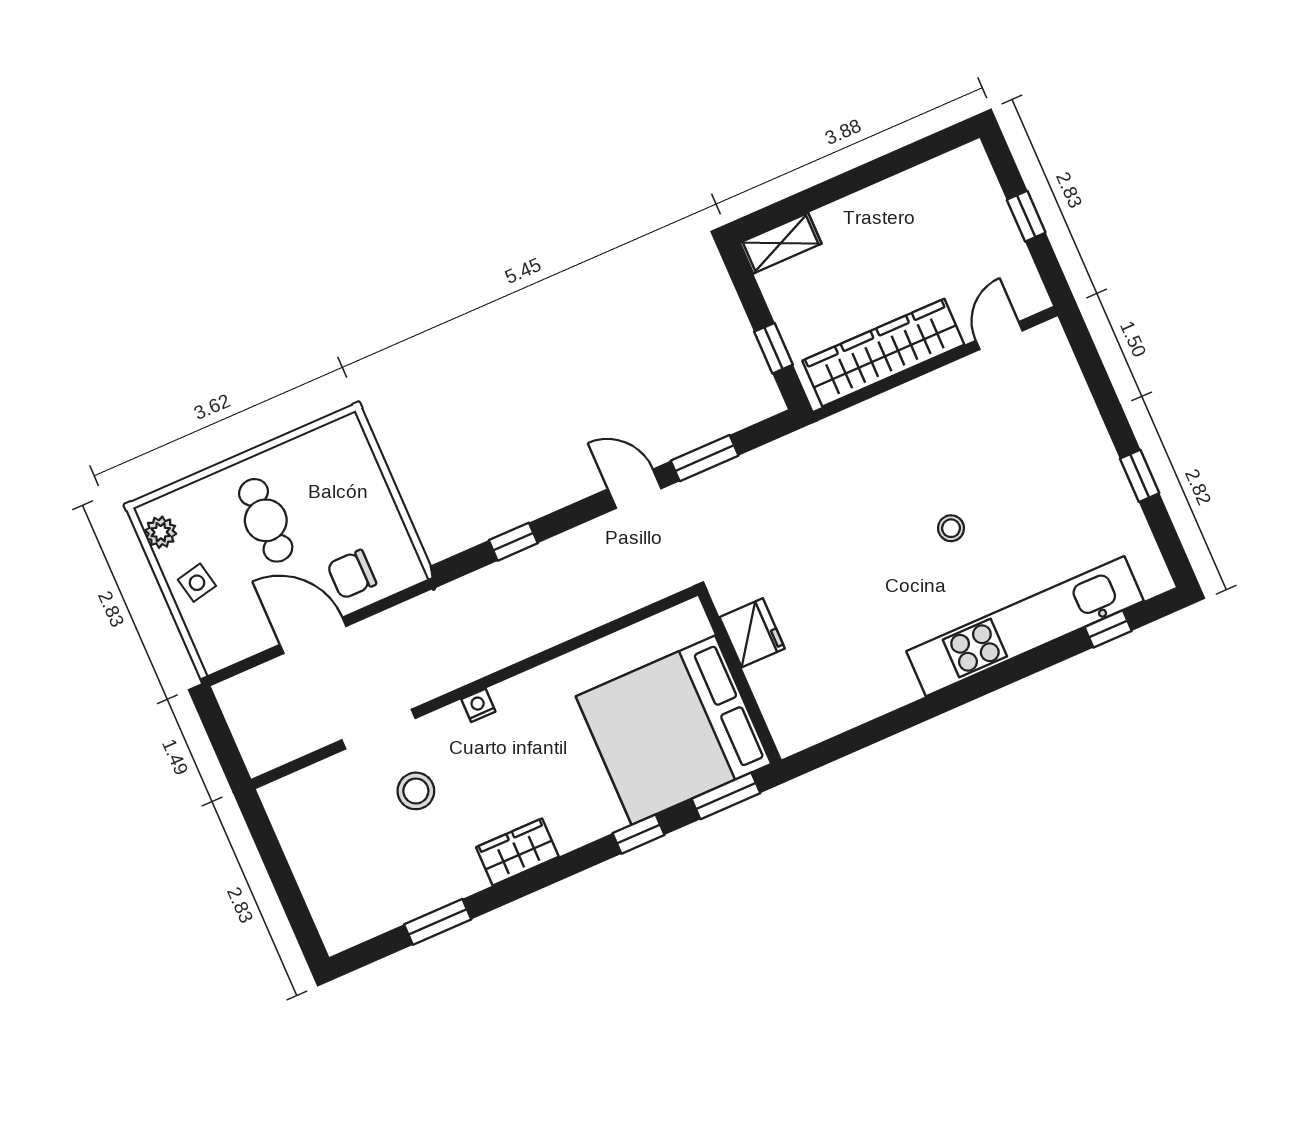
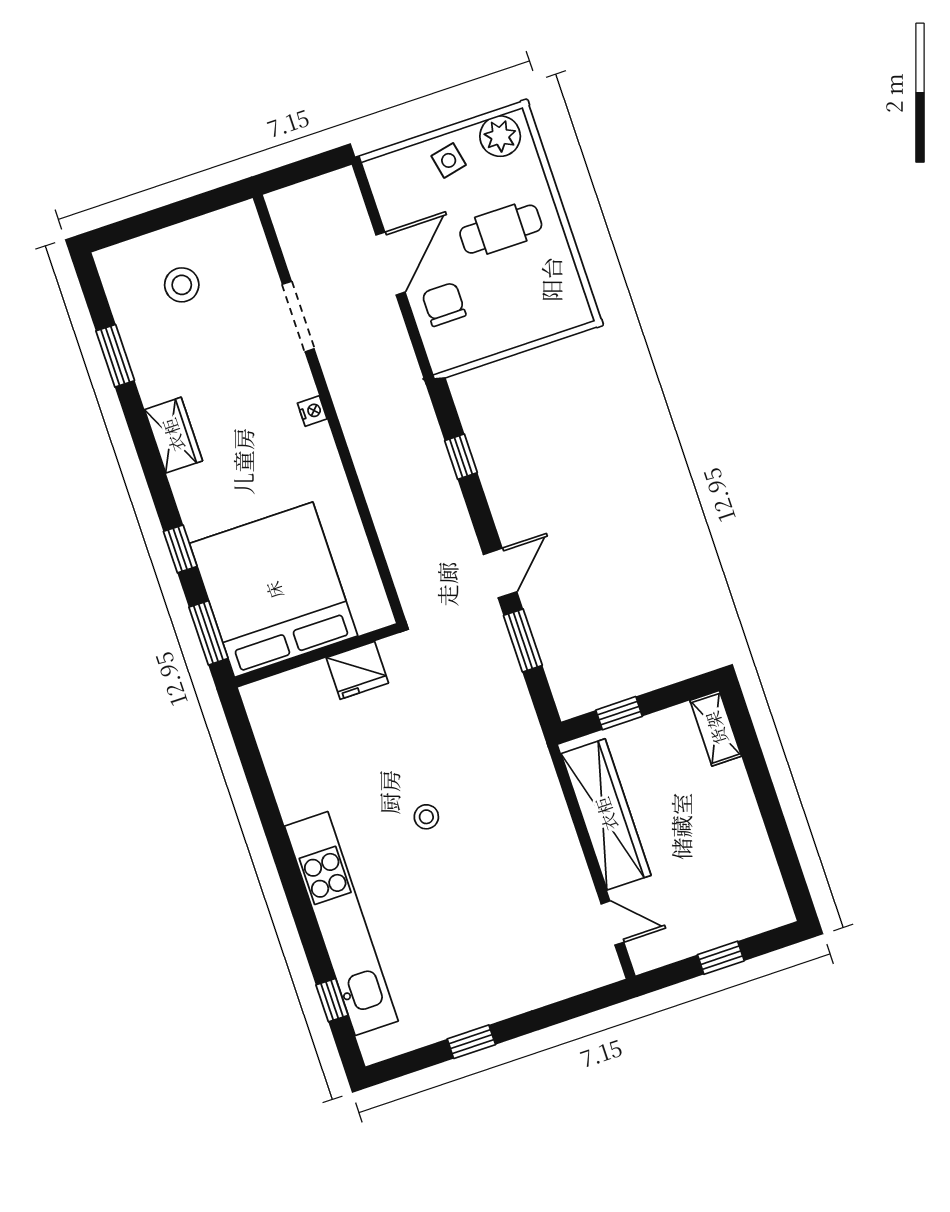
stool: (951, 528) -> (426, 817), moved
plant: (161, 532) -> (500, 136), width x1.38, depth x1.38
stool: (416, 791) -> (182, 285), moved

